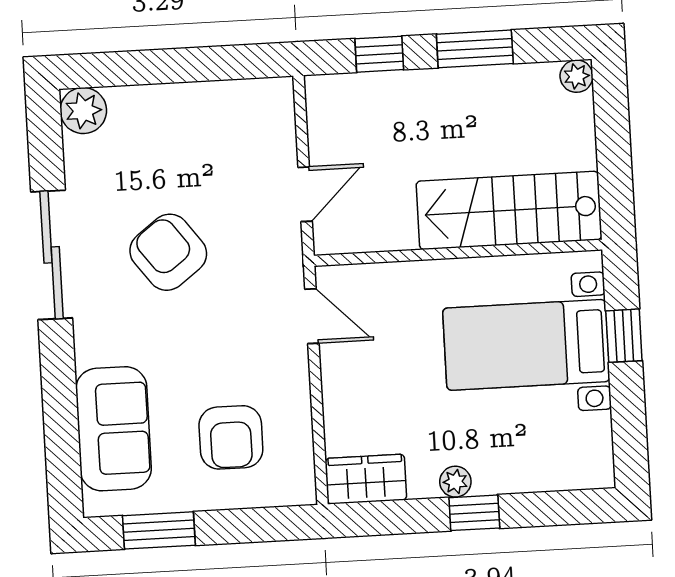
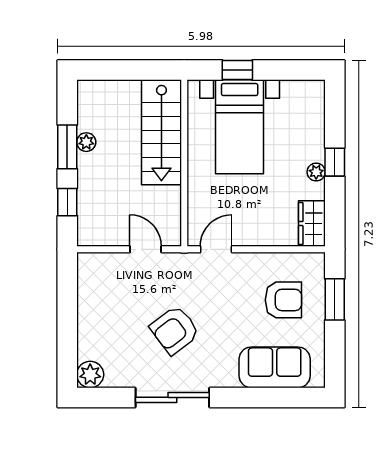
plant: (576, 76) -> (86, 142), moved
window: (159, 530) -> (335, 299), moved

